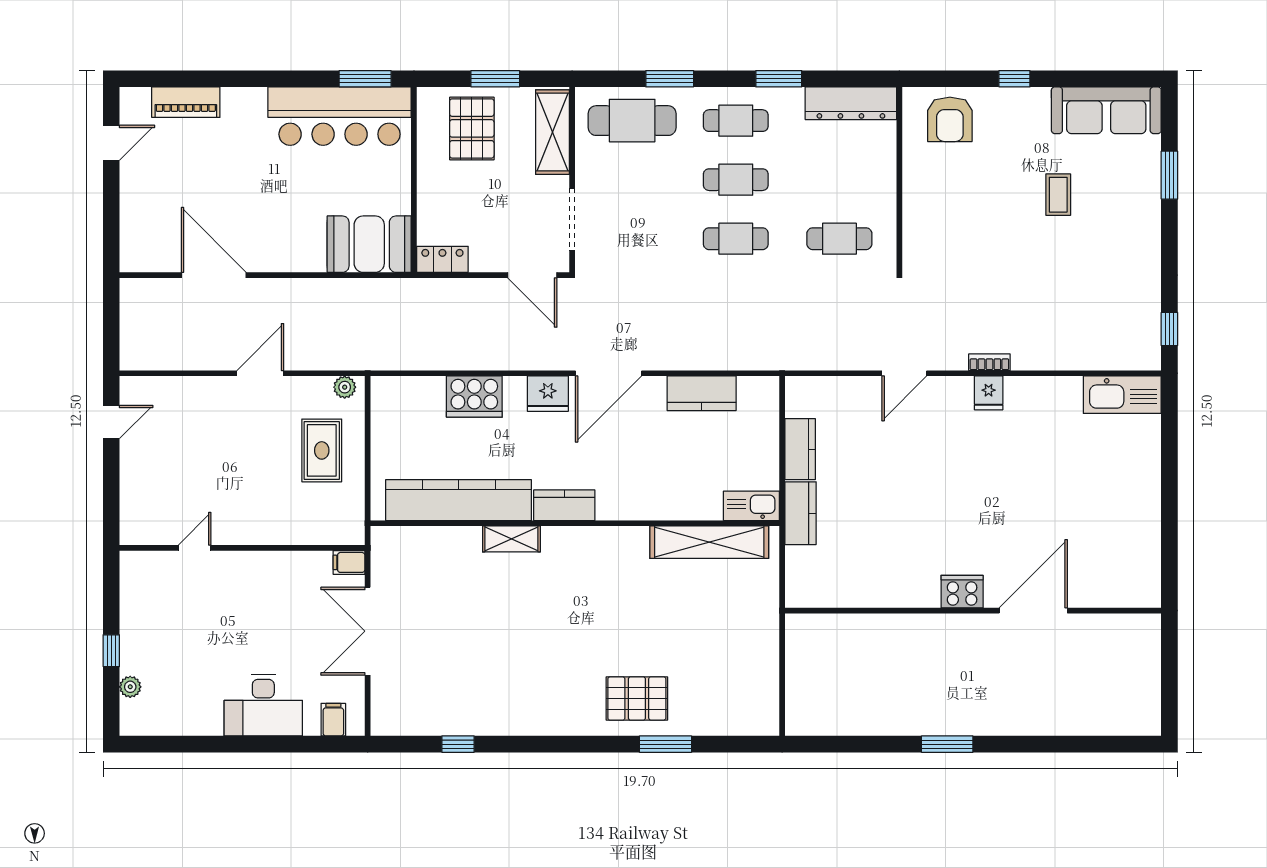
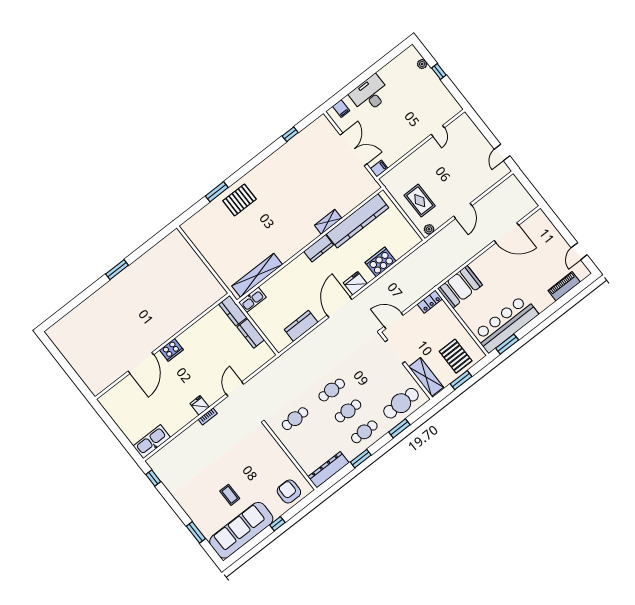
sofa: (1106, 110) -> (241, 530), width x1.36, depth x1.27
cooker: (962, 592) -> (171, 350), moved
wall: (973, 611) -> (162, 346), moved
door: (1033, 611) -> (141, 363), moved

